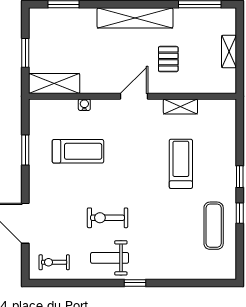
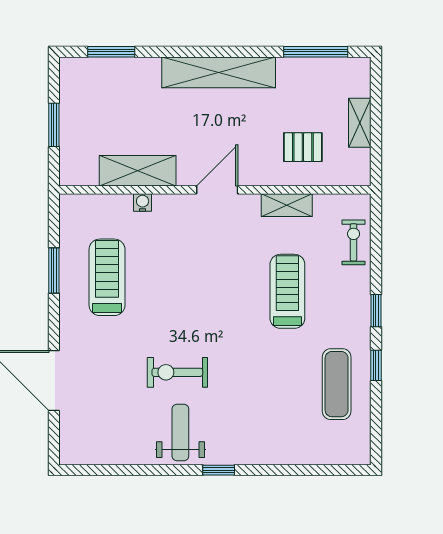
pallet: (168, 59) -> (303, 147), moved, turned 90
shelving: (54, 84) -> (138, 171), moved
treadmill: (78, 151) -> (107, 277), moved, turned -90
weight bench: (110, 258) -> (180, 433), turned 90
exercise bike: (54, 262) -> (354, 242), moved, turned 90

